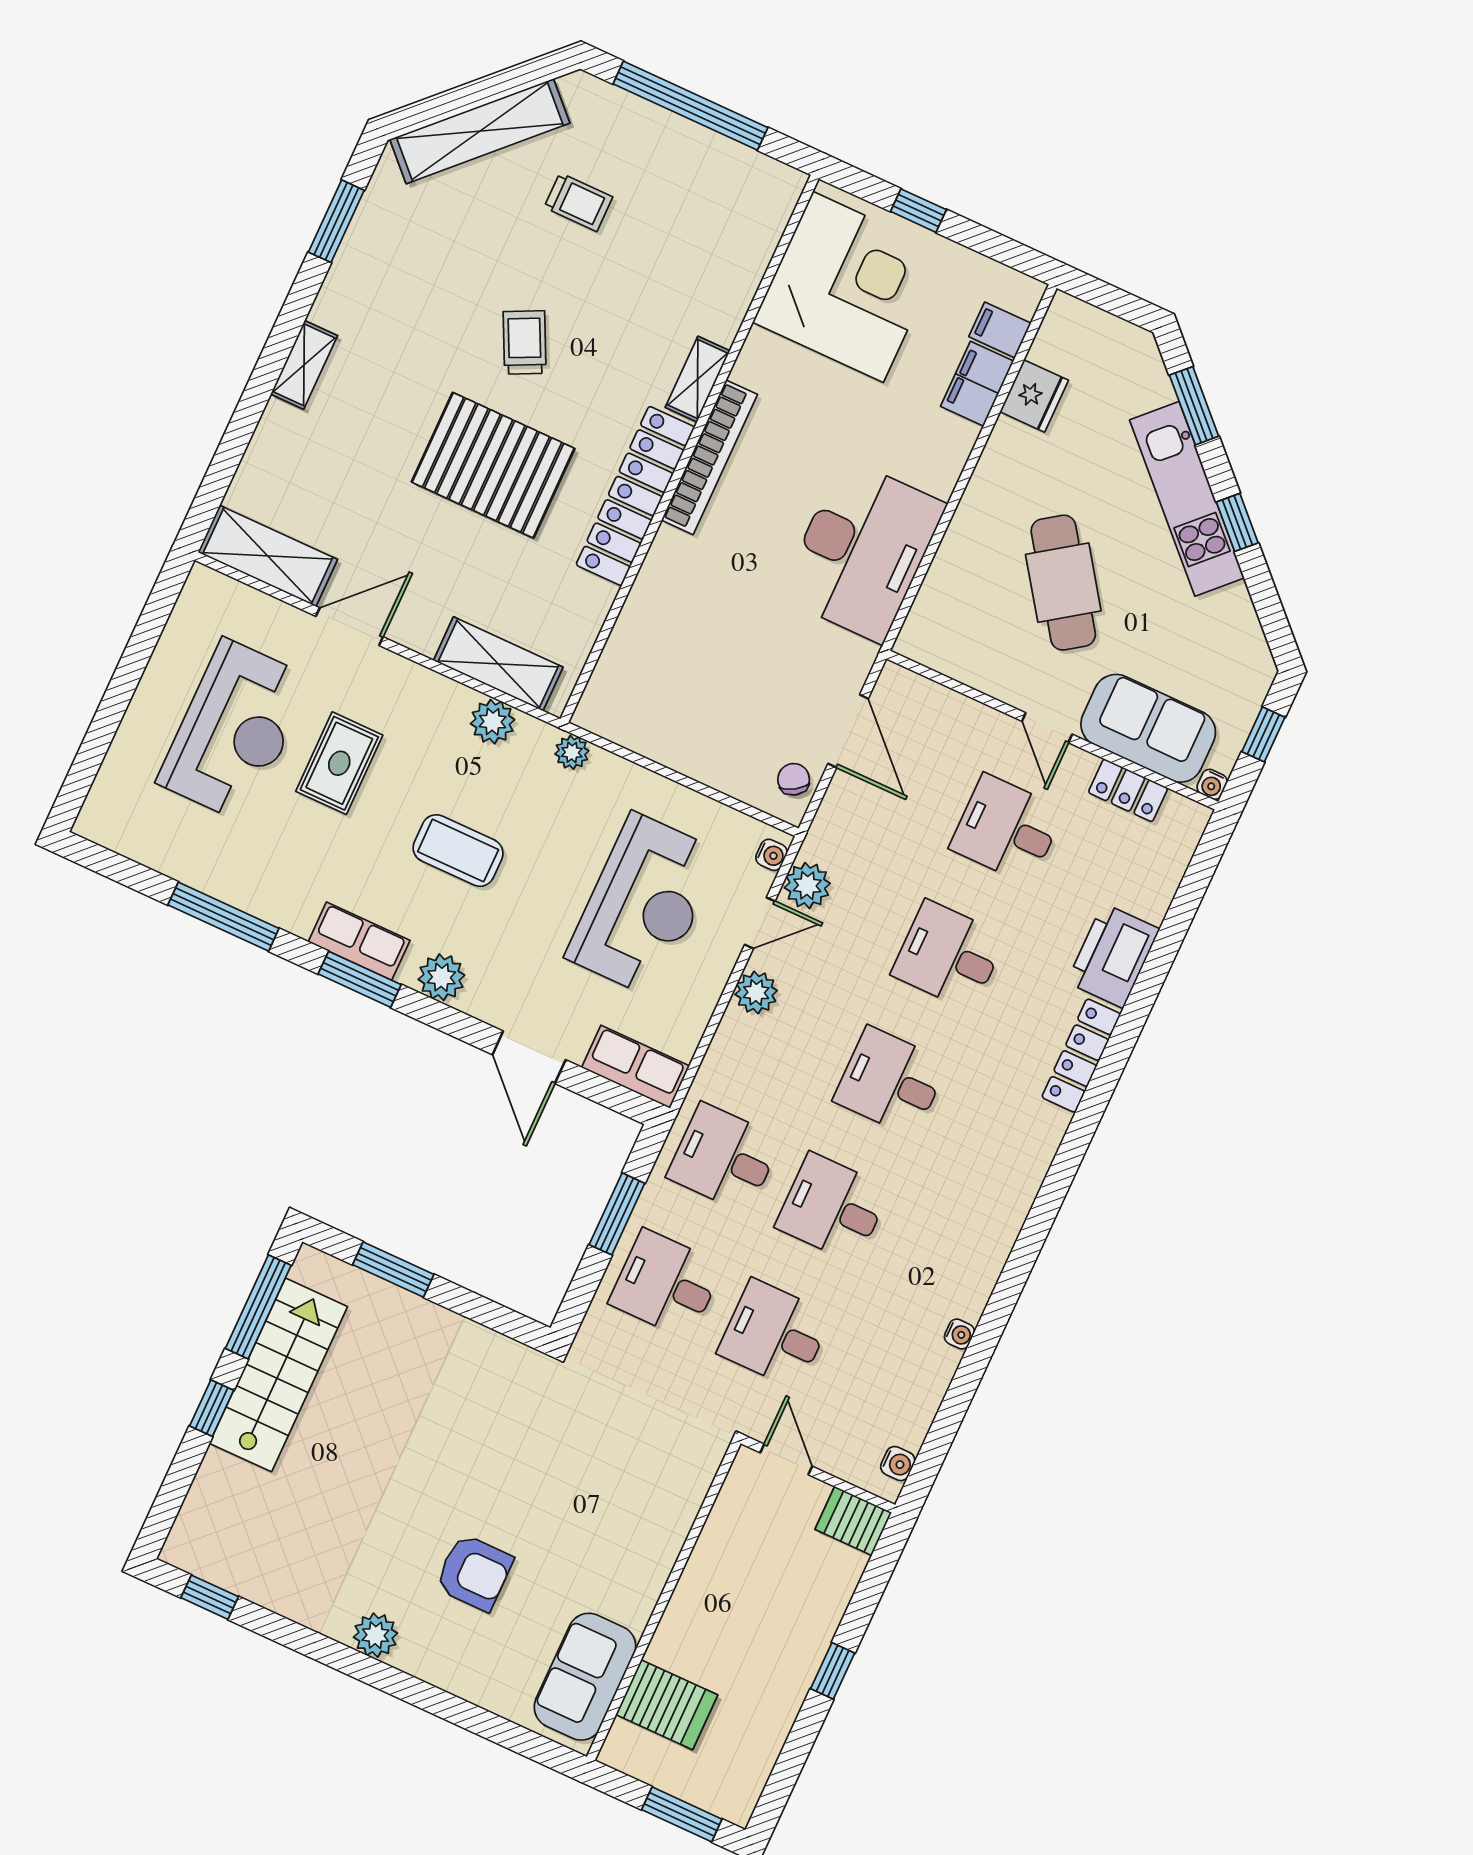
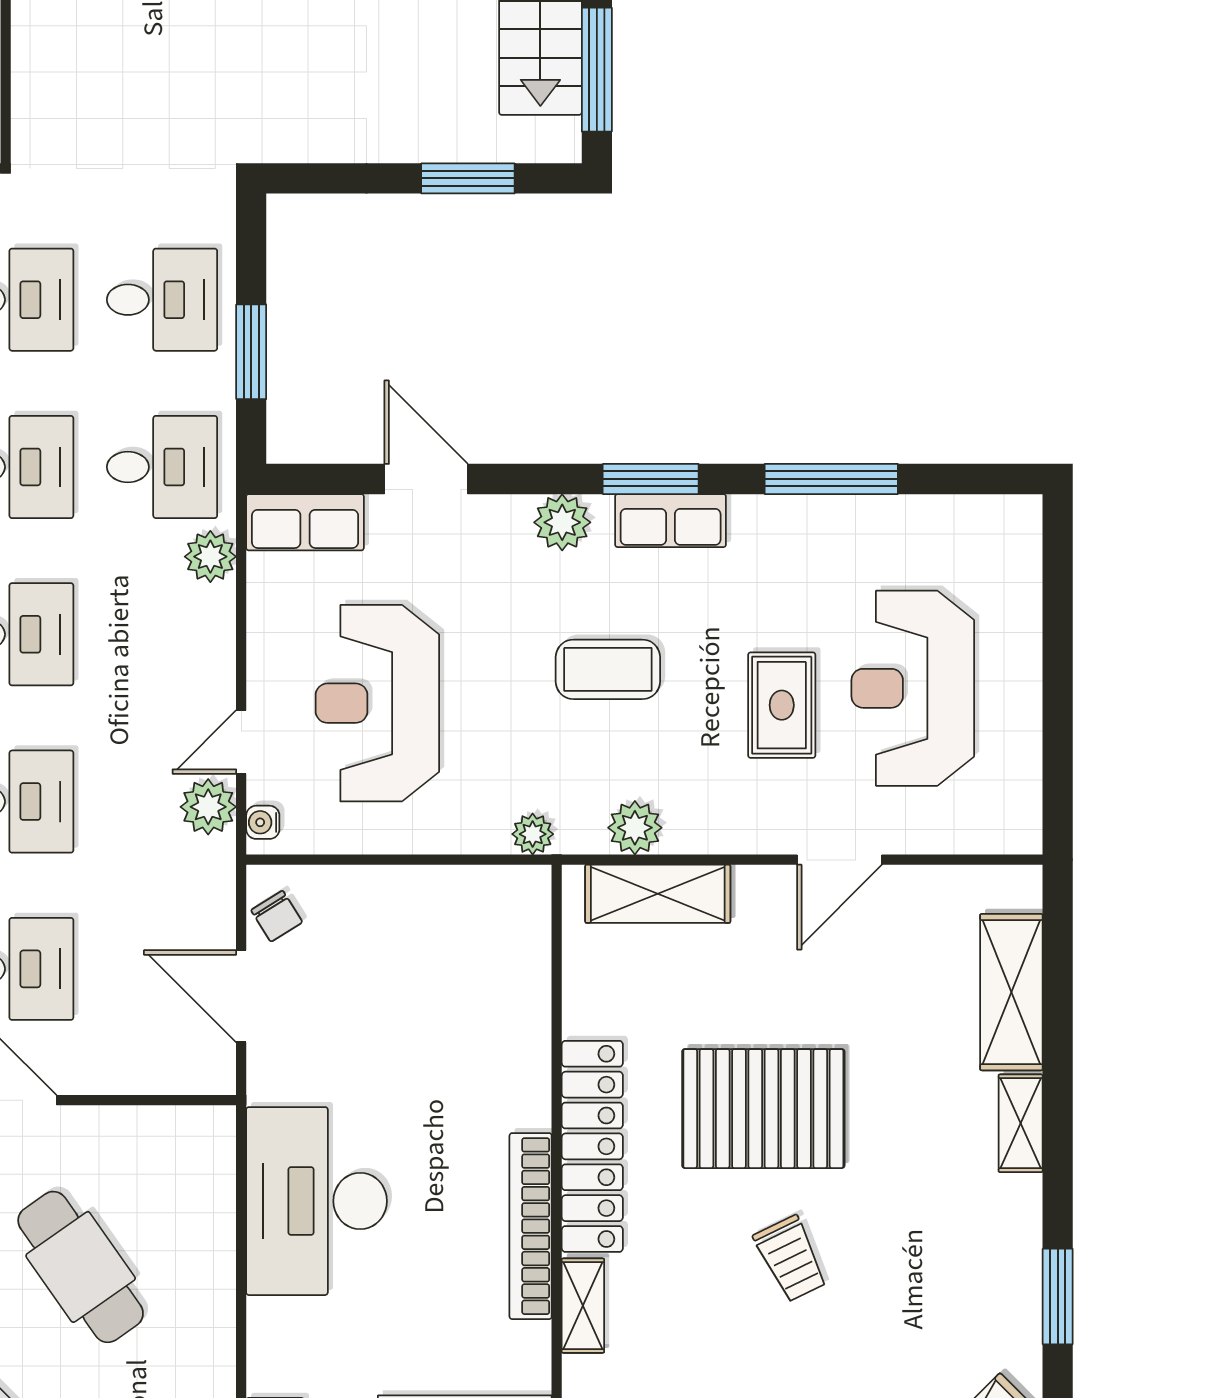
shelving: (268, 556) -> (1011, 992), moved, turned 90
plant: (756, 993) -> (210, 557), moved

